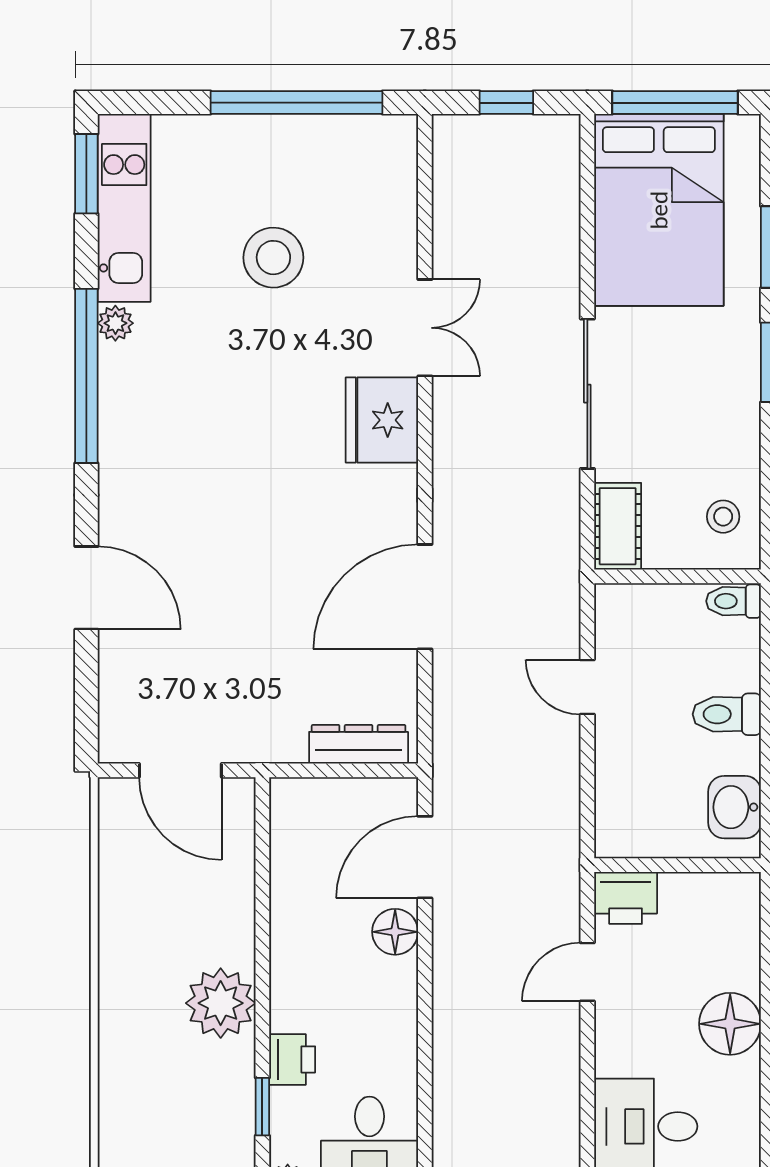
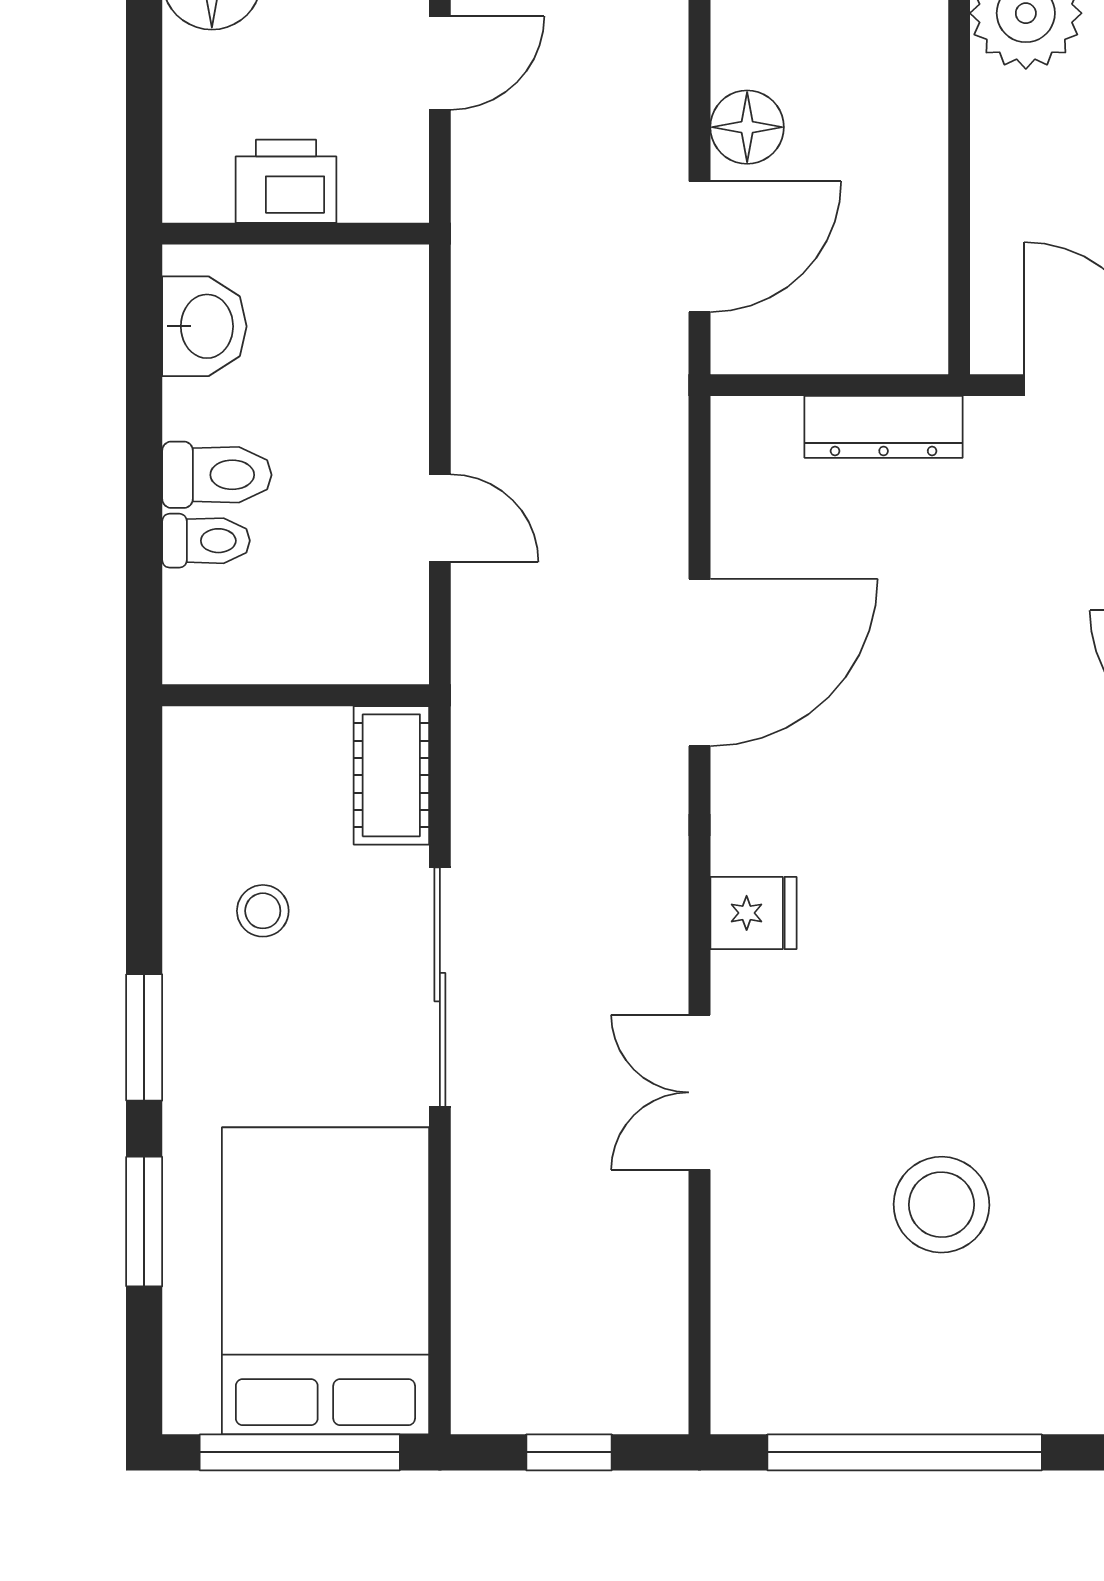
fridge: (382, 420) -> (753, 913), width x0.53, depth x0.75
stool: (723, 517) -> (263, 911), moved
toilet: (734, 601) -> (206, 541), moved
dresser: (359, 744) -> (884, 427), moved
printer: (626, 898) -> (286, 181), moved

